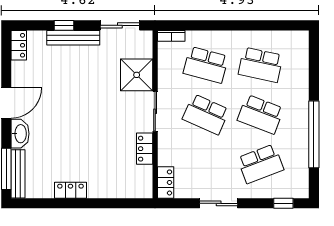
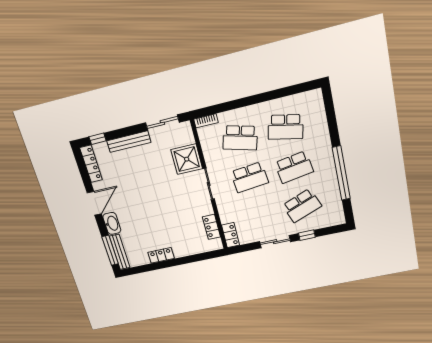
window: (64, 25) -> (98, 139), moved
locker: (19, 45) -> (91, 164), width x1.53
school desk: (206, 114) -> (249, 177), turned -30
school desk: (261, 114) -> (294, 167), turned -30
locker: (145, 149) -> (211, 227), moved
window: (283, 203) -> (307, 235), moved

